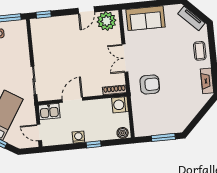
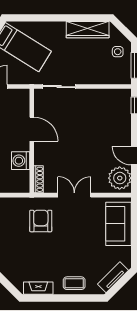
armchair: (150, 84) -> (41, 221), turned 180
washing machine: (120, 105) -> (21, 161), moved, turned -90
kitchen sink: (49, 112) -> (21, 101), removed

